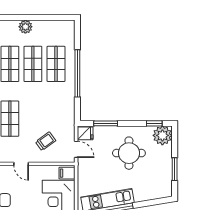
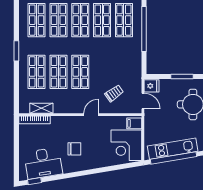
window: (106, 123) -> (182, 76), moved
door: (21, 164) -> (91, 115), swing flipped

